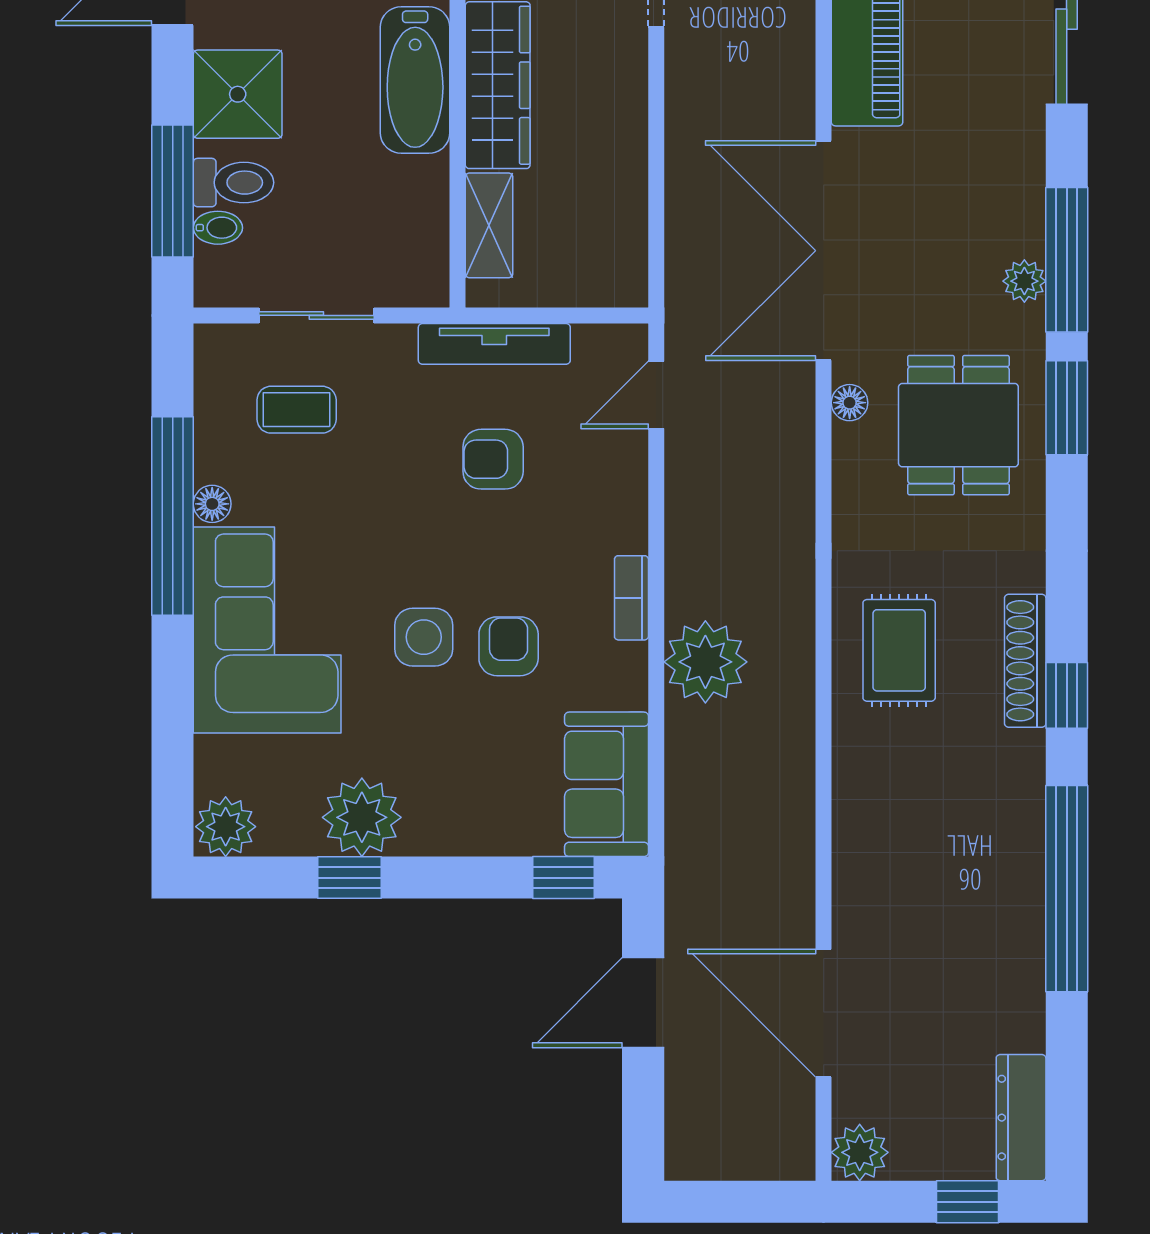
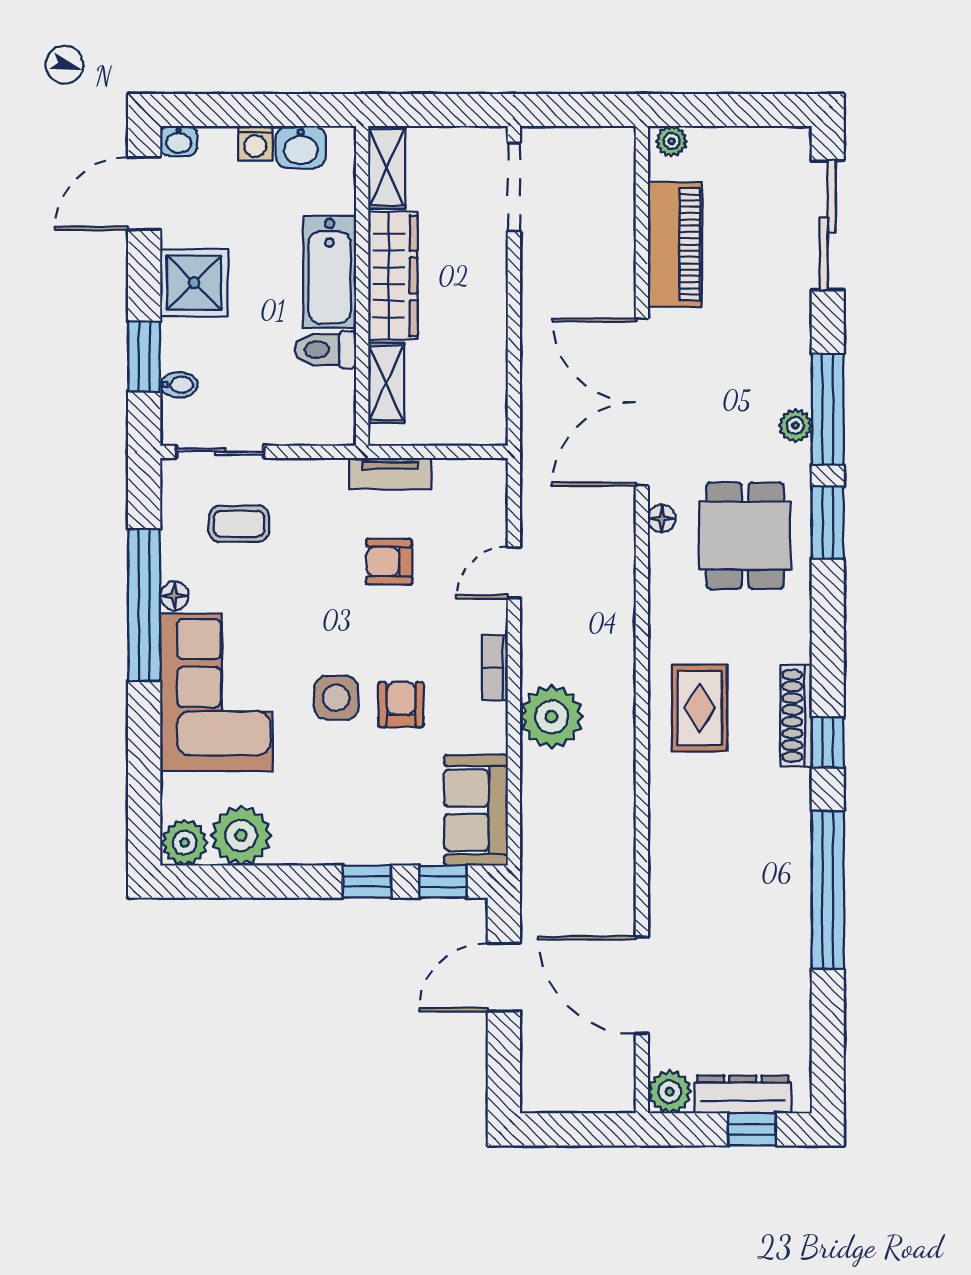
toilet: (234, 183) -> (325, 350), moved, turned 180
window: (173, 191) -> (144, 357), width x0.69
sliding door: (316, 315) -> (220, 452), moved
tv unit: (494, 344) -> (390, 473), width x0.71
door: (656, 395) -> (514, 573), moved
plant: (362, 817) -> (241, 835), moved
window: (349, 878) -> (367, 882), moved
dresser: (1021, 1118) -> (743, 1094), moved, turned 90

